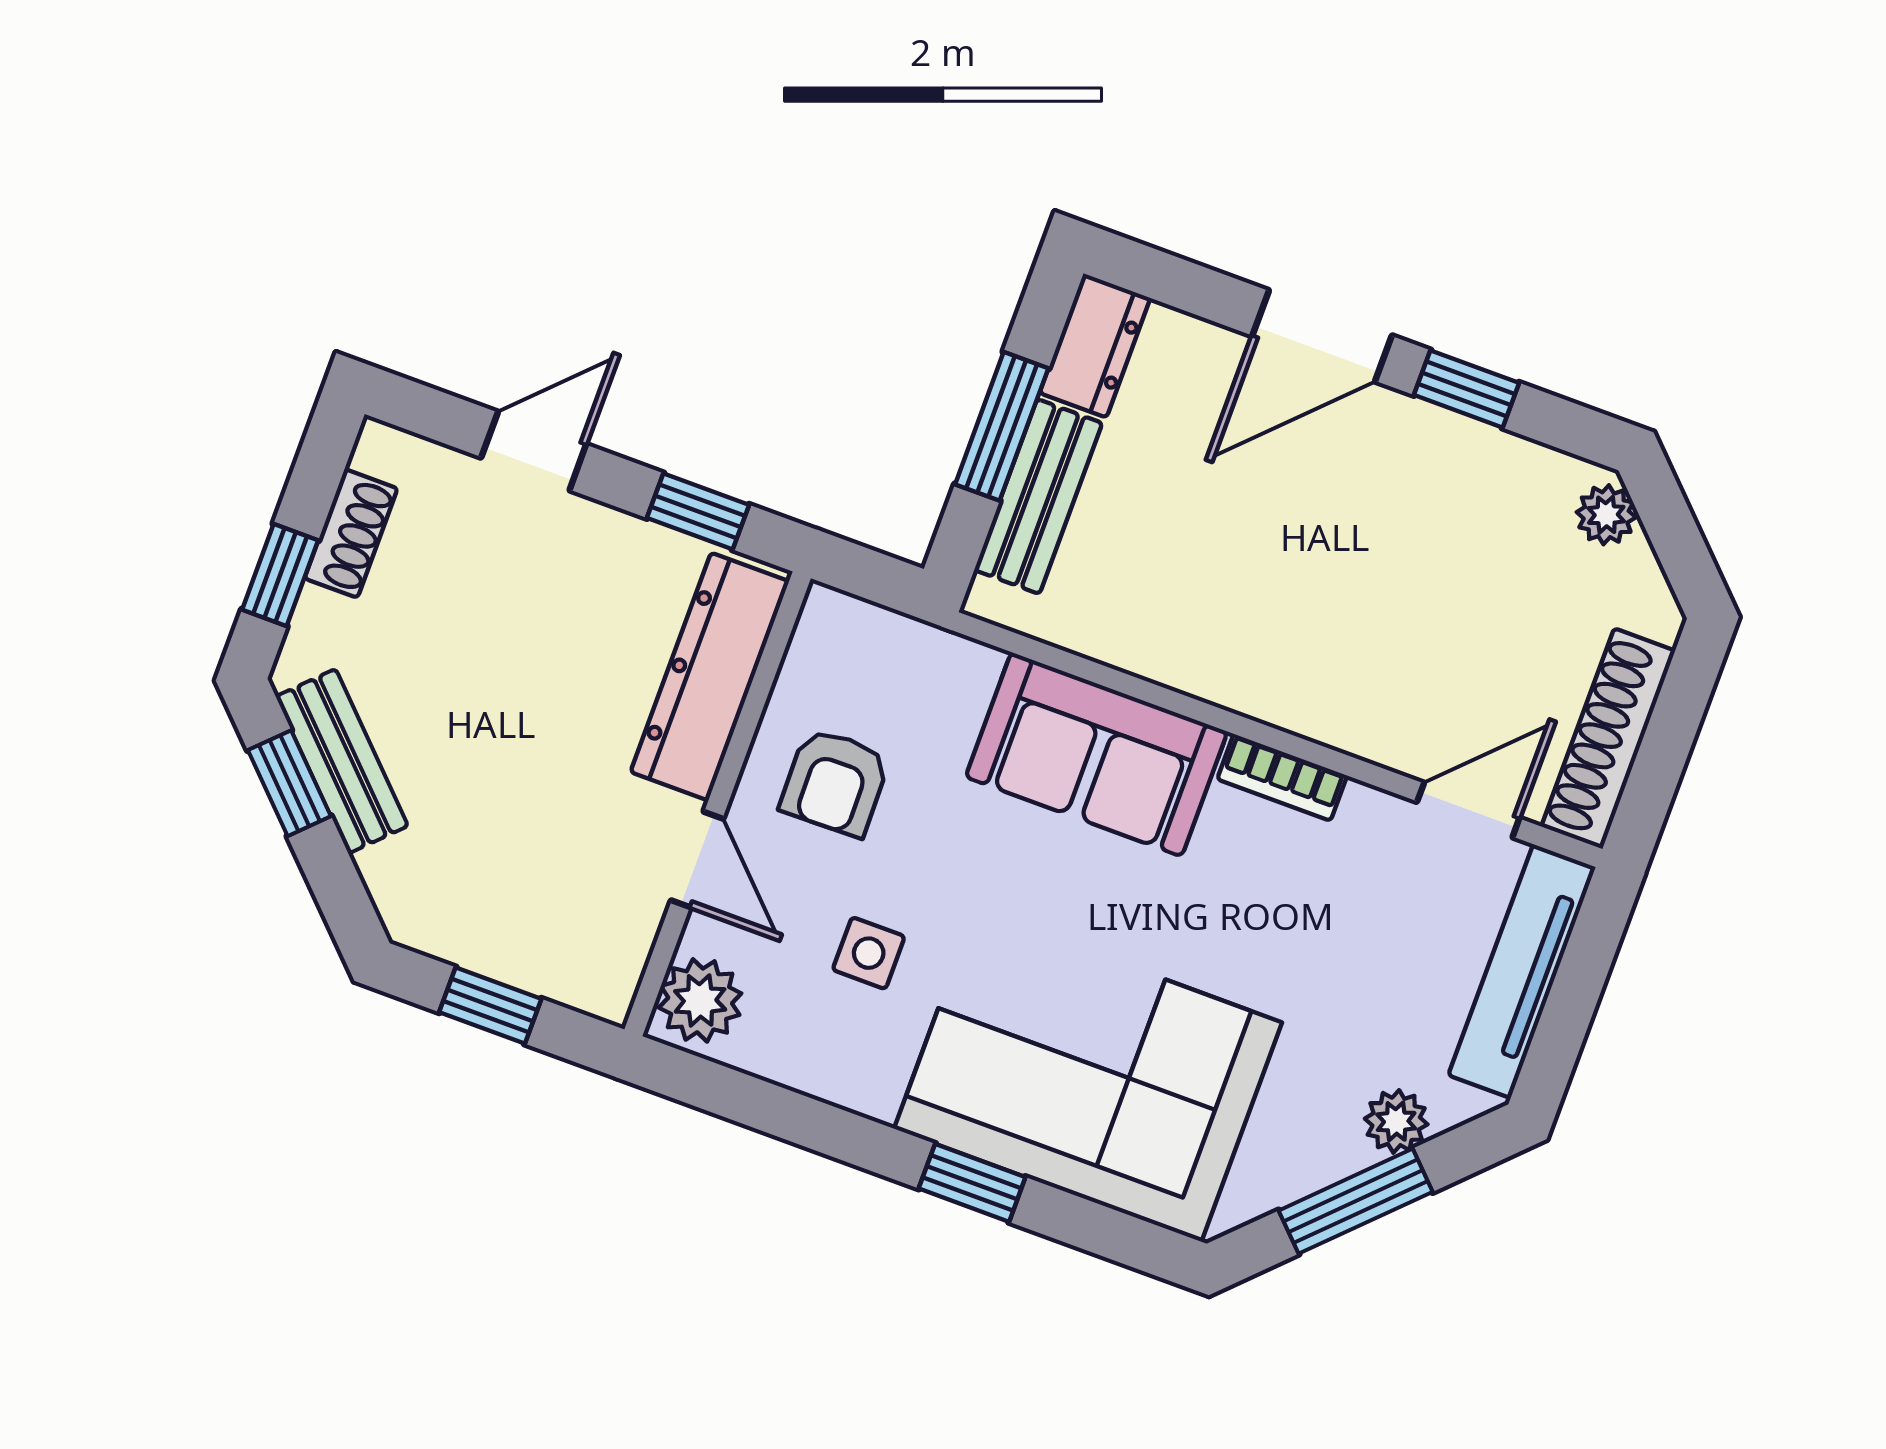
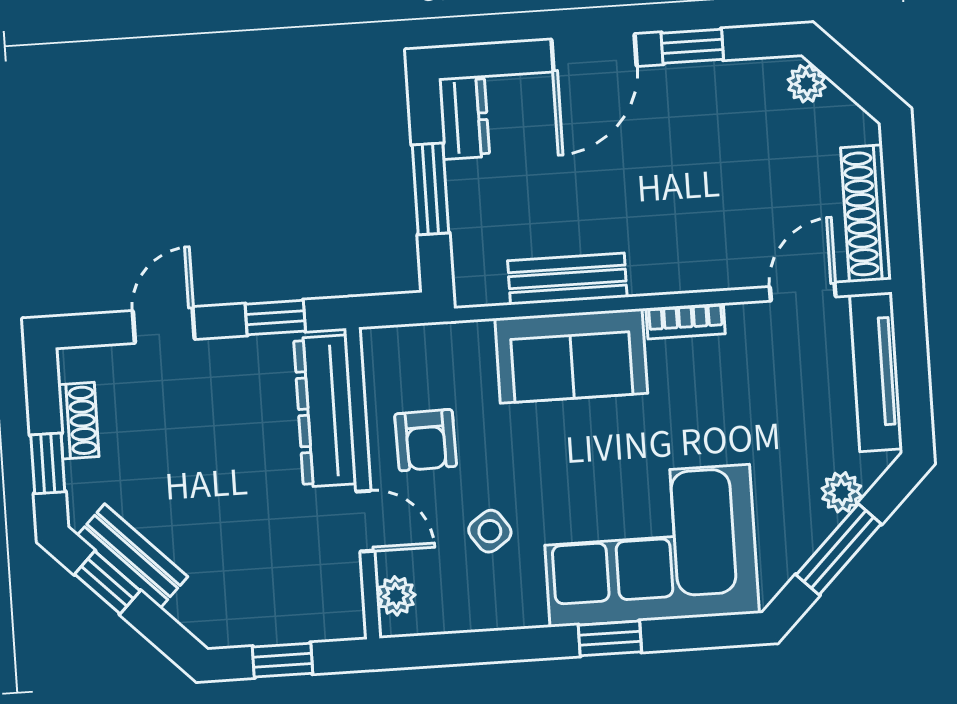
bench: (1038, 497) -> (567, 279), moved, turned 90
side table: (869, 953) -> (490, 531), turned -35
plant: (700, 1000) -> (396, 596), width x0.73, depth x0.73

